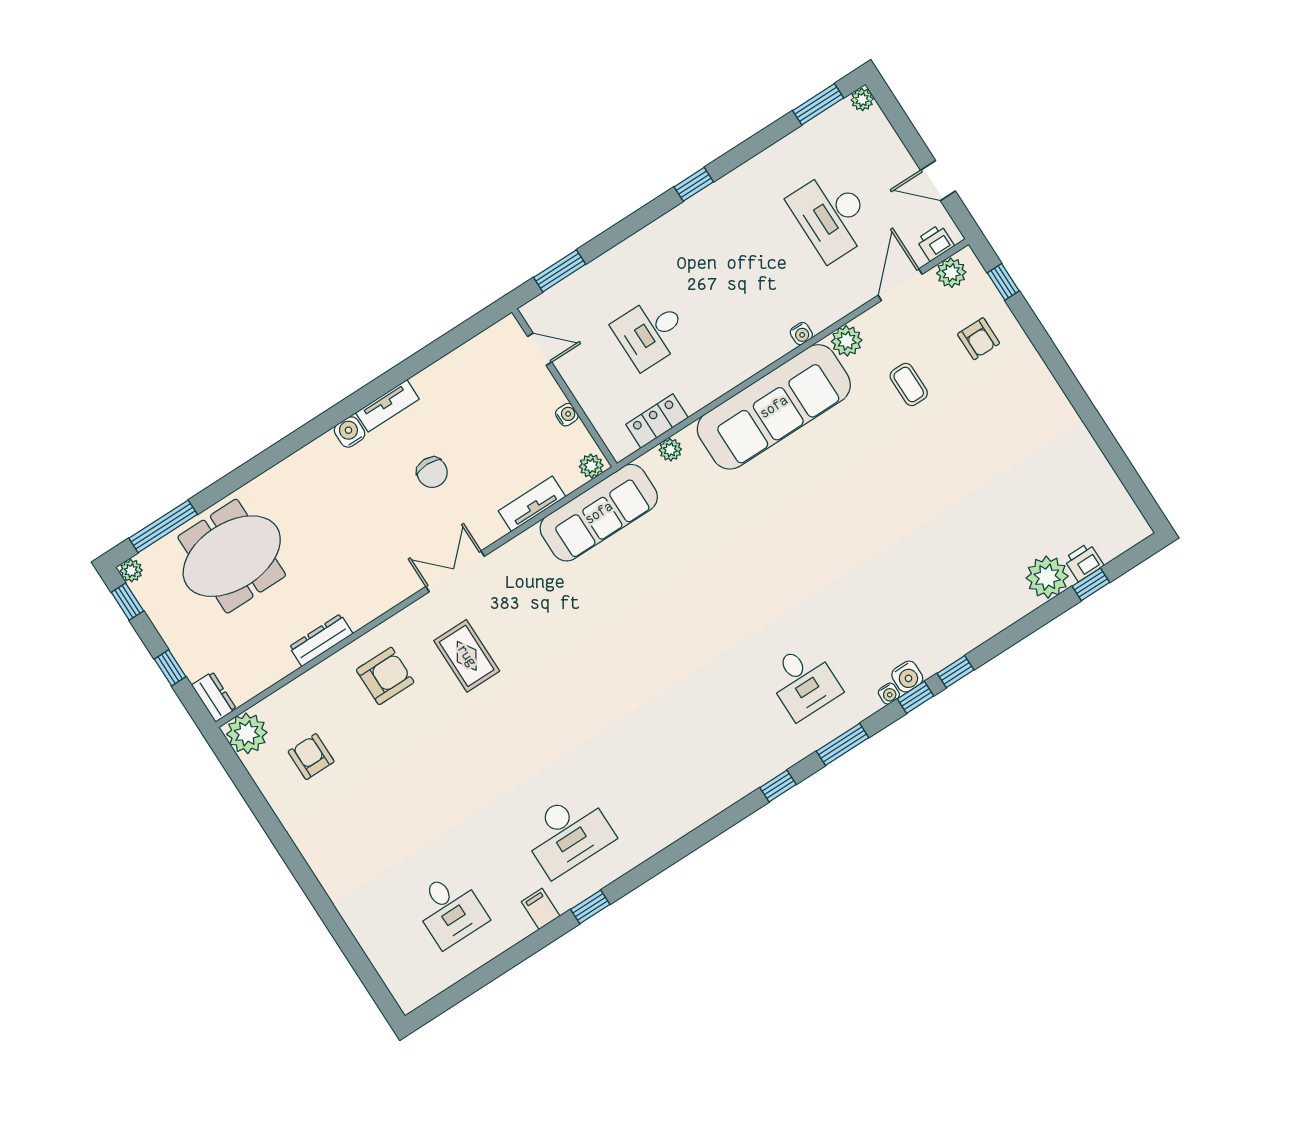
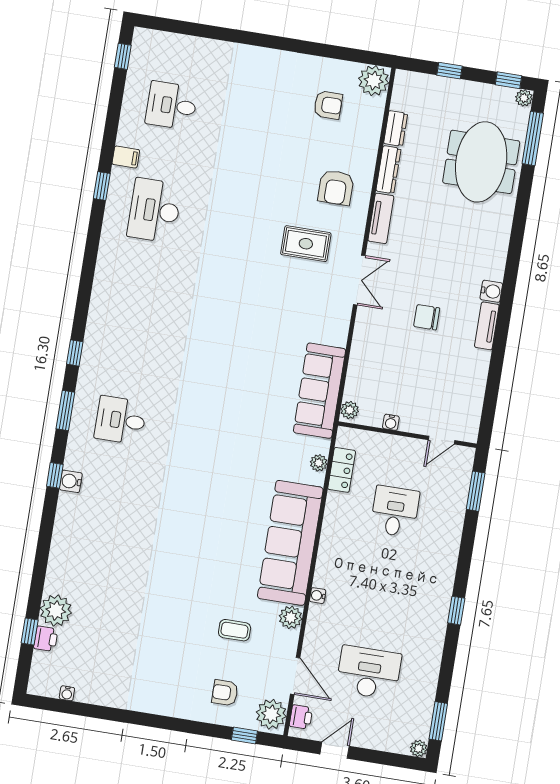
plant: (951, 273) -> (271, 714), width x1.36, depth x1.36
tv unit: (532, 504) -> (381, 218), moved
window: (955, 672) -> (123, 56), moved
water cooler: (889, 694) -> (67, 693), moved, turned -90
dresser: (214, 697) -> (396, 128), moved, turned -90

